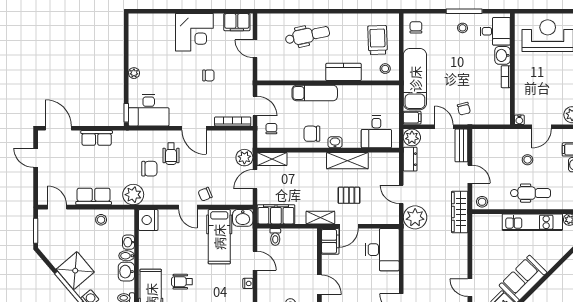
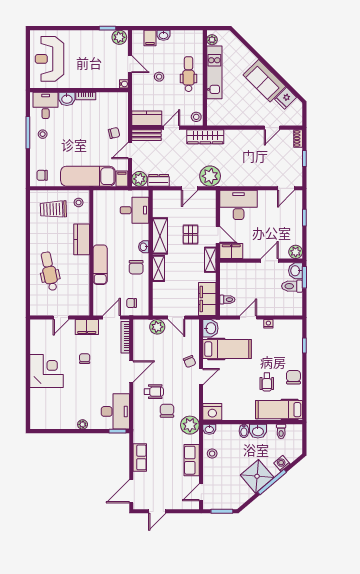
filing cabinet: (237, 22) -> (87, 327), moved, turned 90
kitchen counter: (481, 146) -> (147, 118), added
shelving: (272, 159) -> (158, 268), moved
washbasin: (129, 242) -> (209, 429), moved

